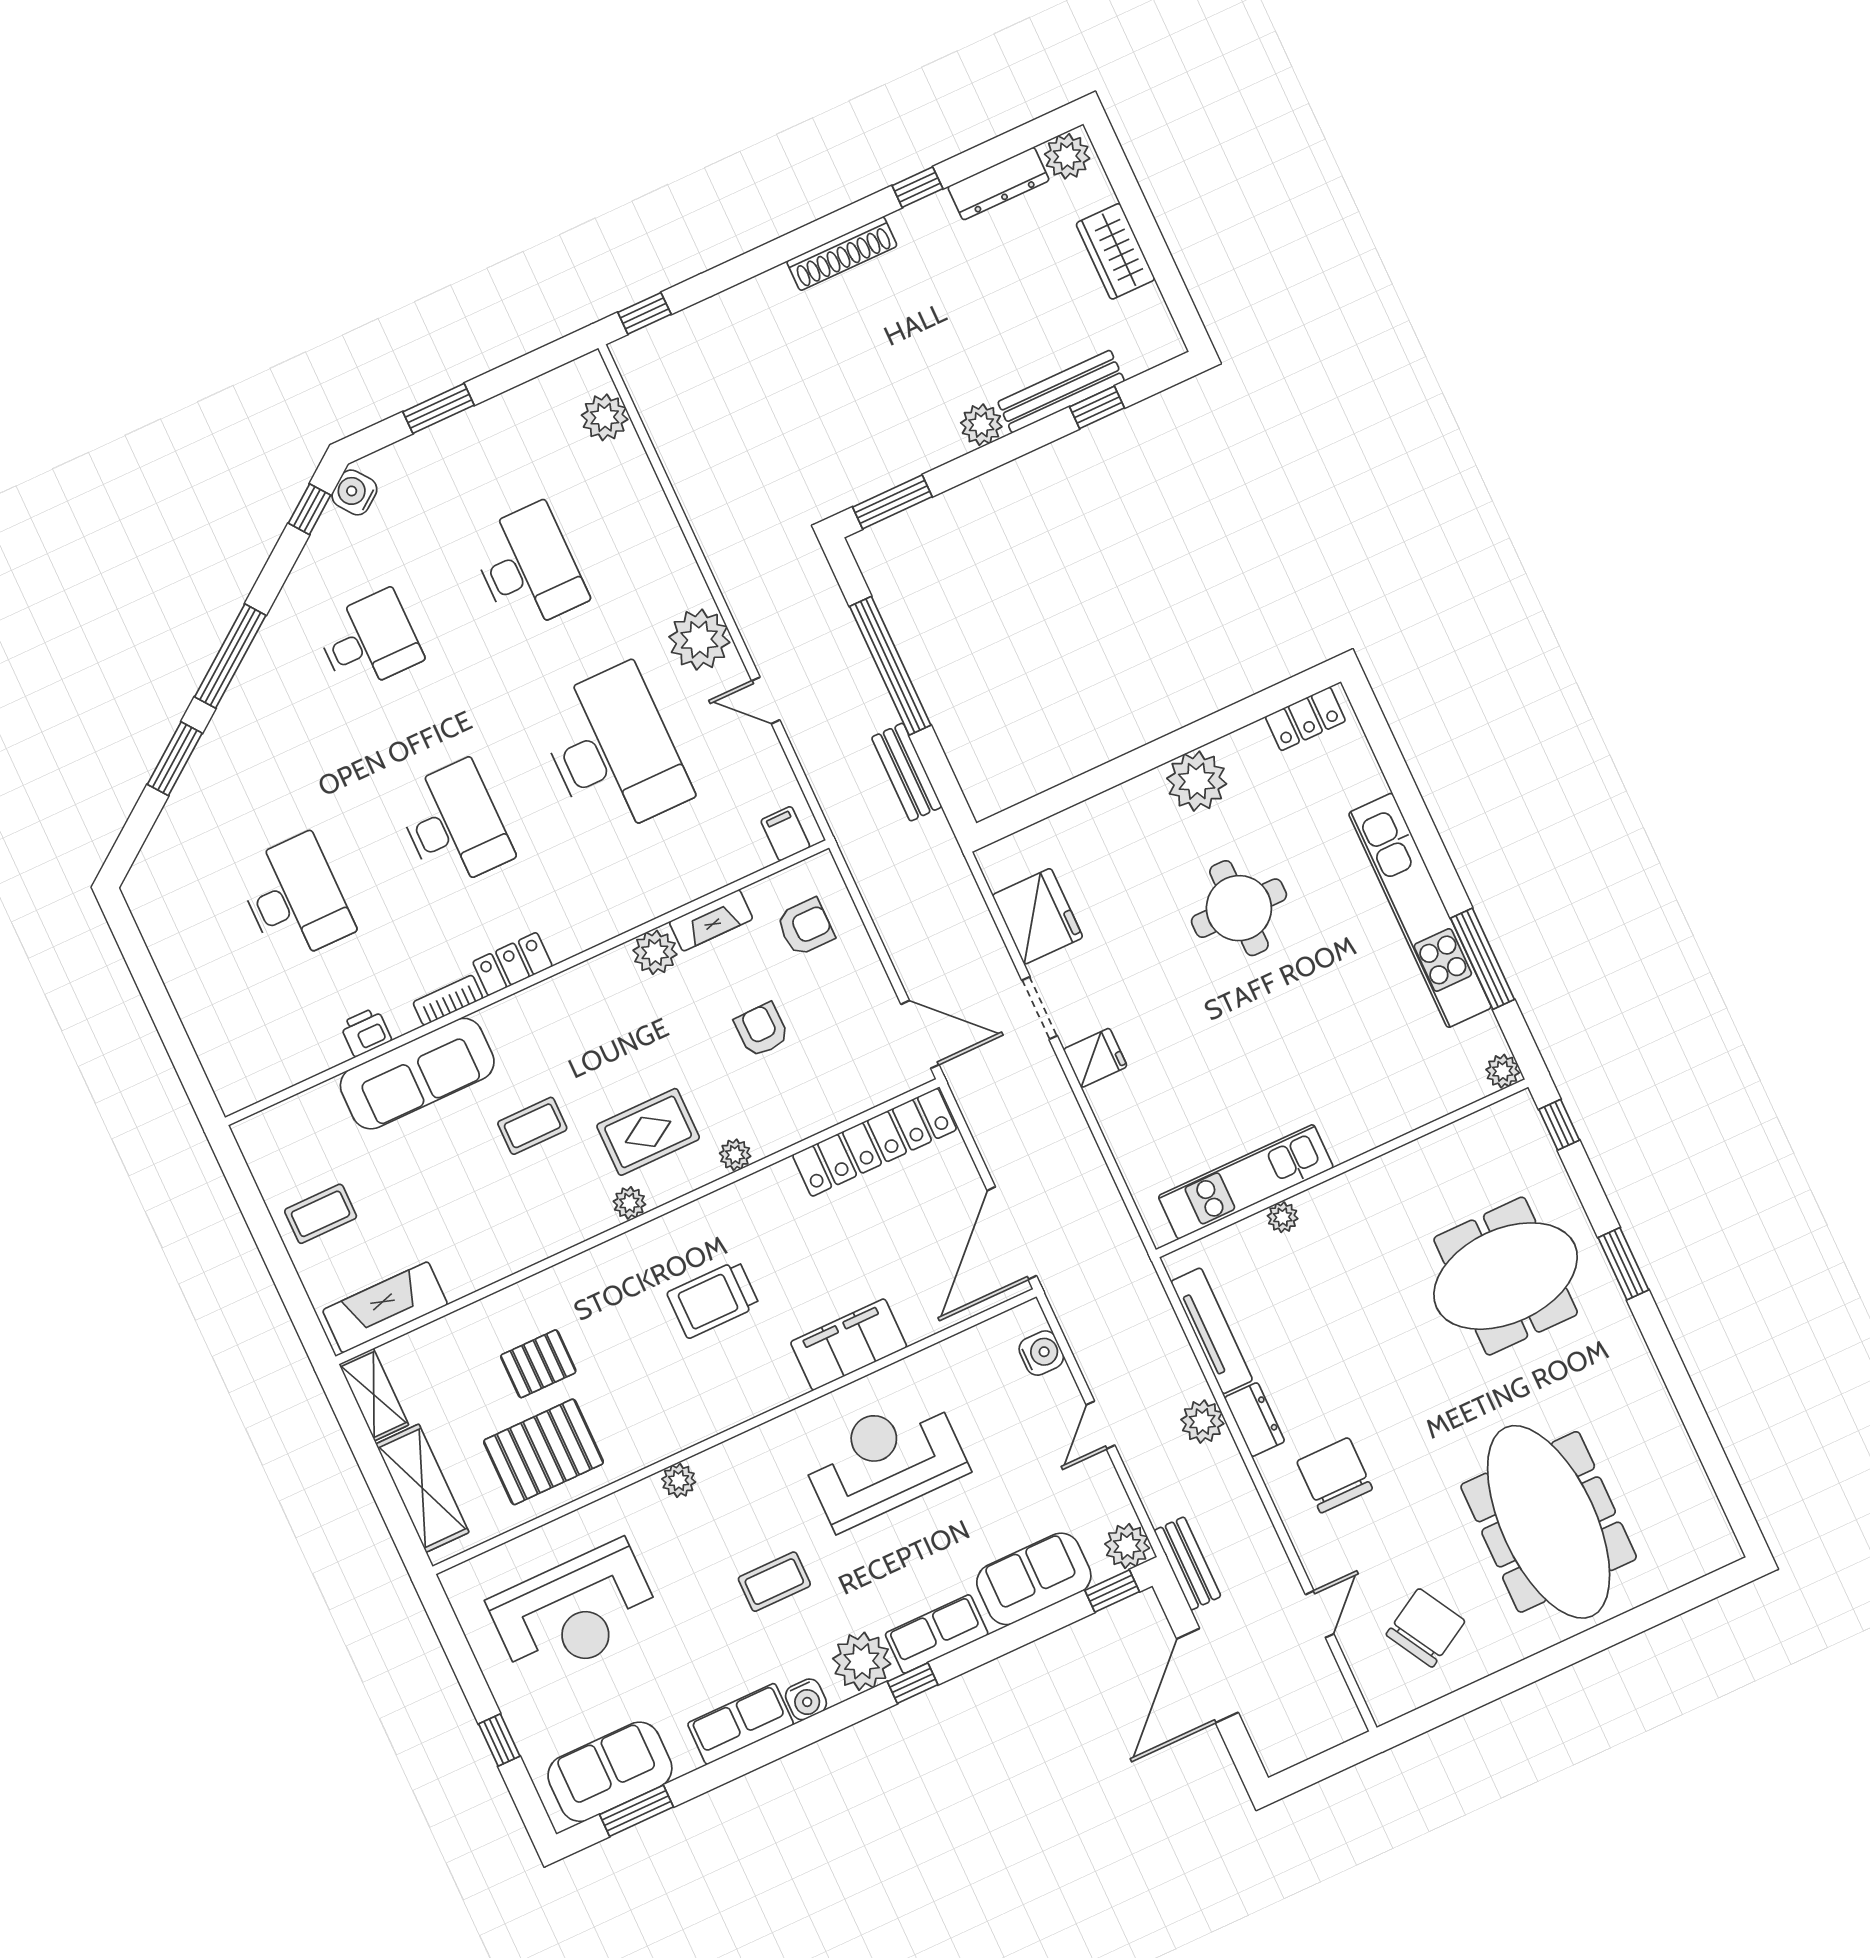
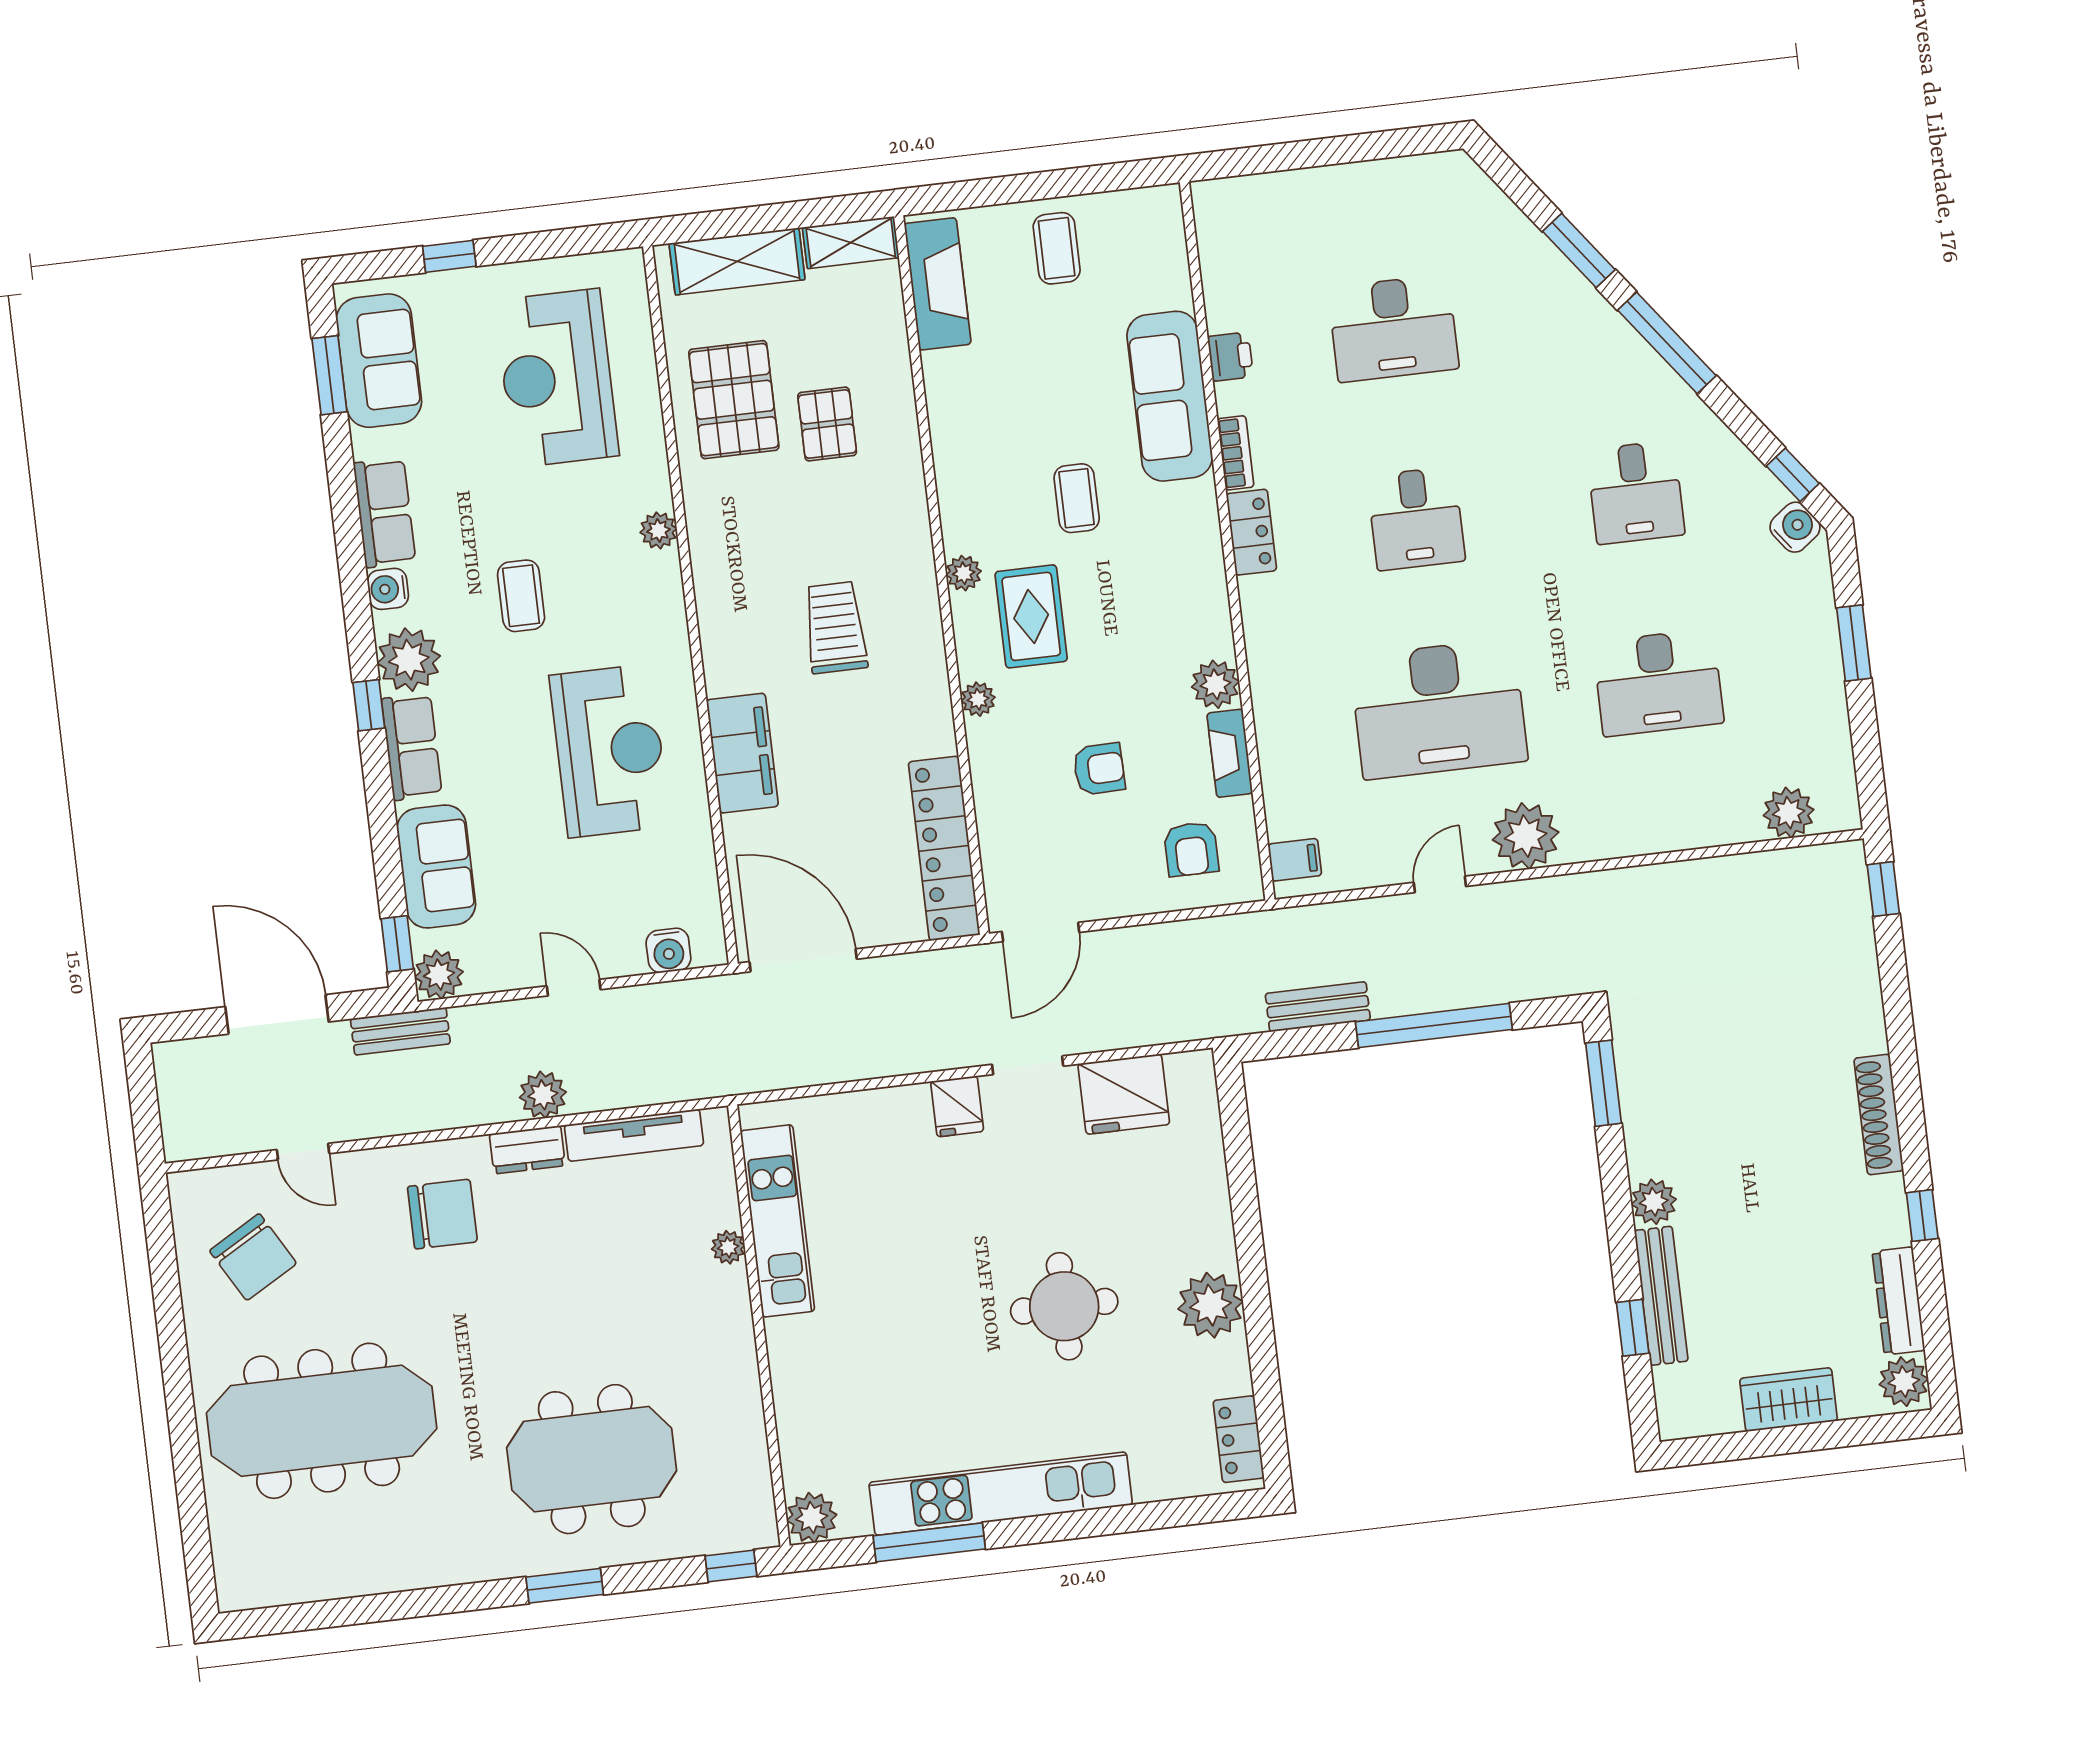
desk: (454, 825) -> (1416, 519), width x0.73
plant: (1503, 1071) -> (812, 1518), width x1.38, depth x1.38
meeting table: (1506, 1276) -> (592, 1459), turned 90

